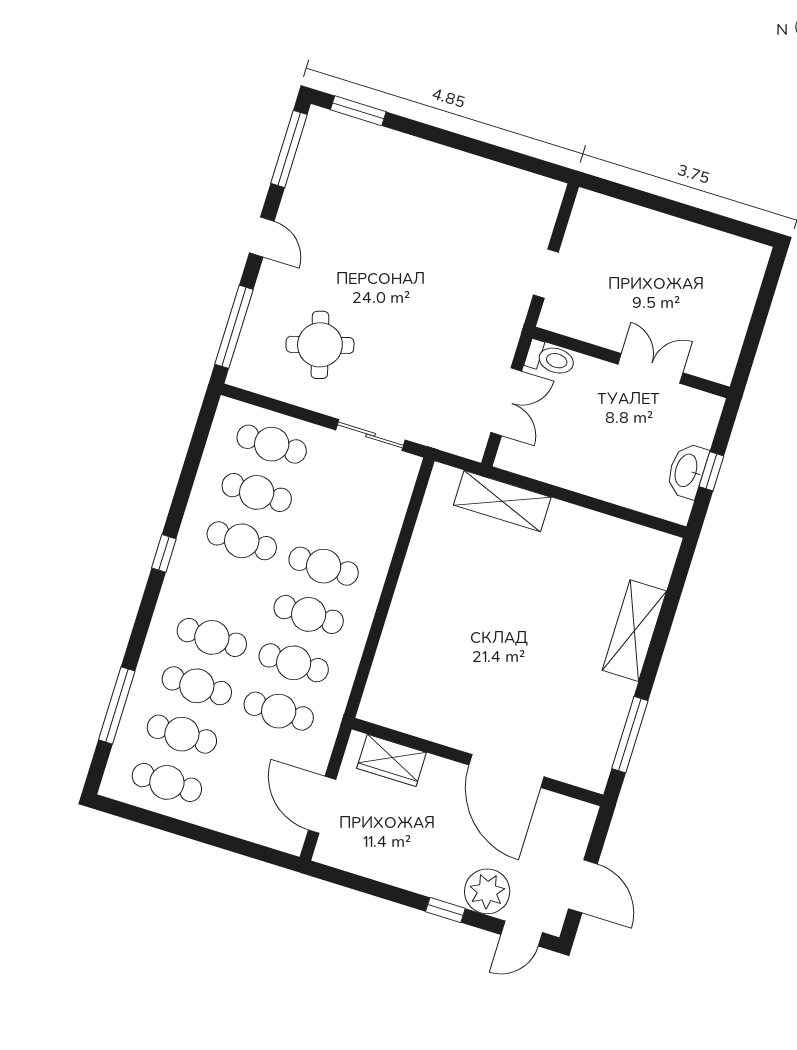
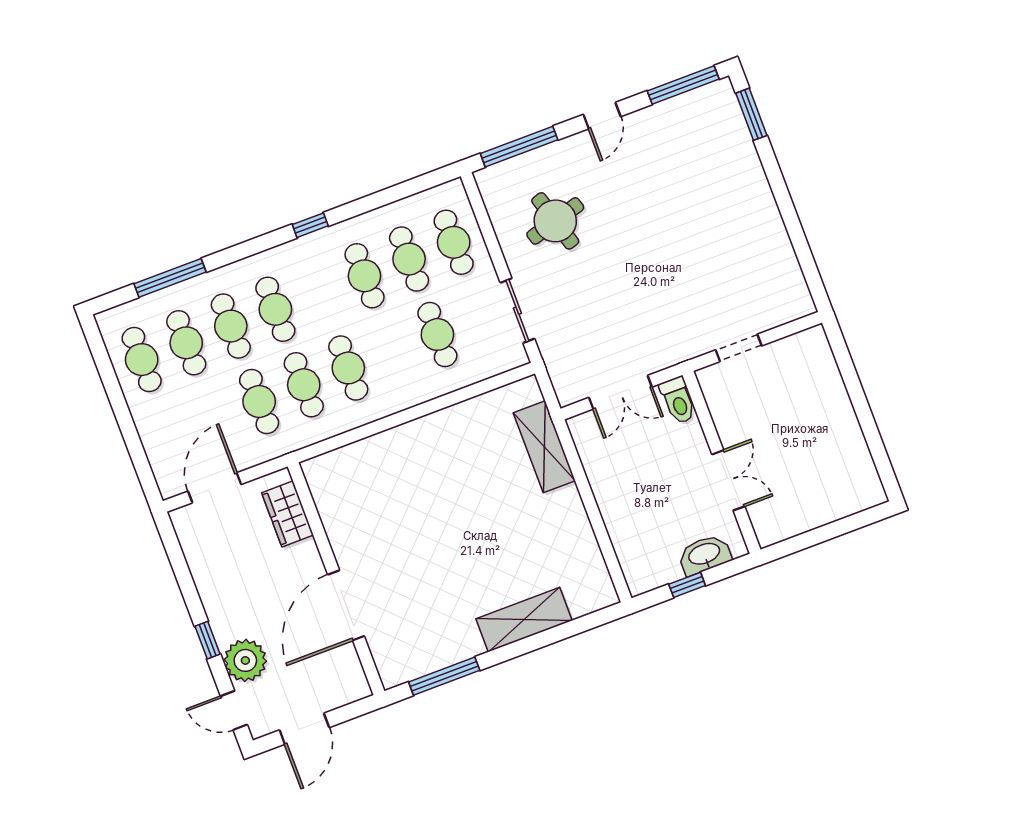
washbasin: (687, 471) -> (704, 555), moved
cafe table: (324, 566) -> (437, 334), moved

